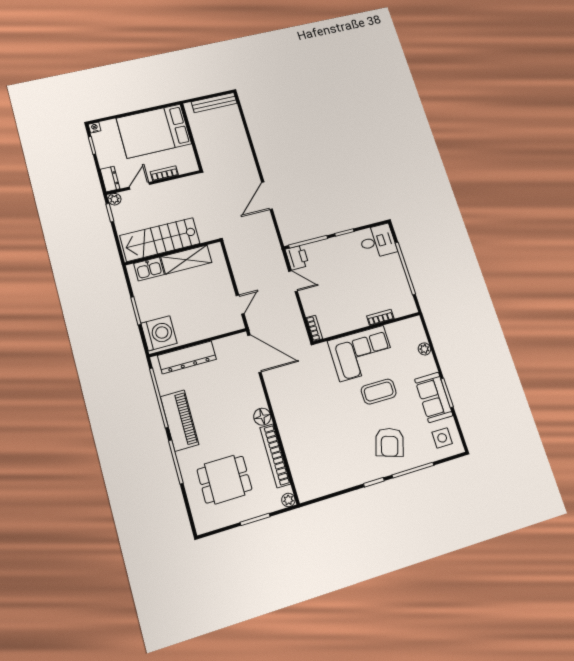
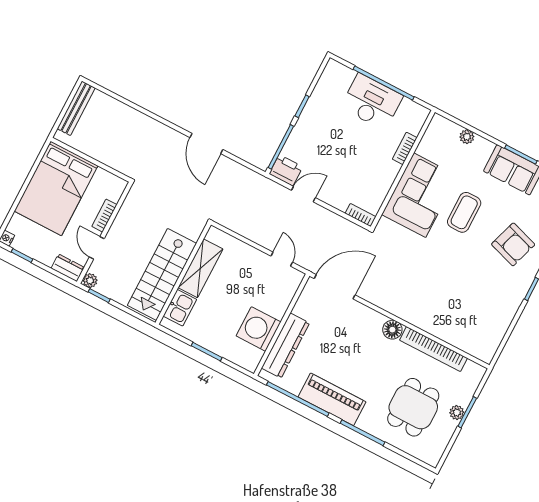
desk: (378, 241) -> (372, 102), moved, width x1.37
washing machine: (159, 333) -> (259, 329), moved, turned -90
plant: (288, 500) -> (457, 413), moved

